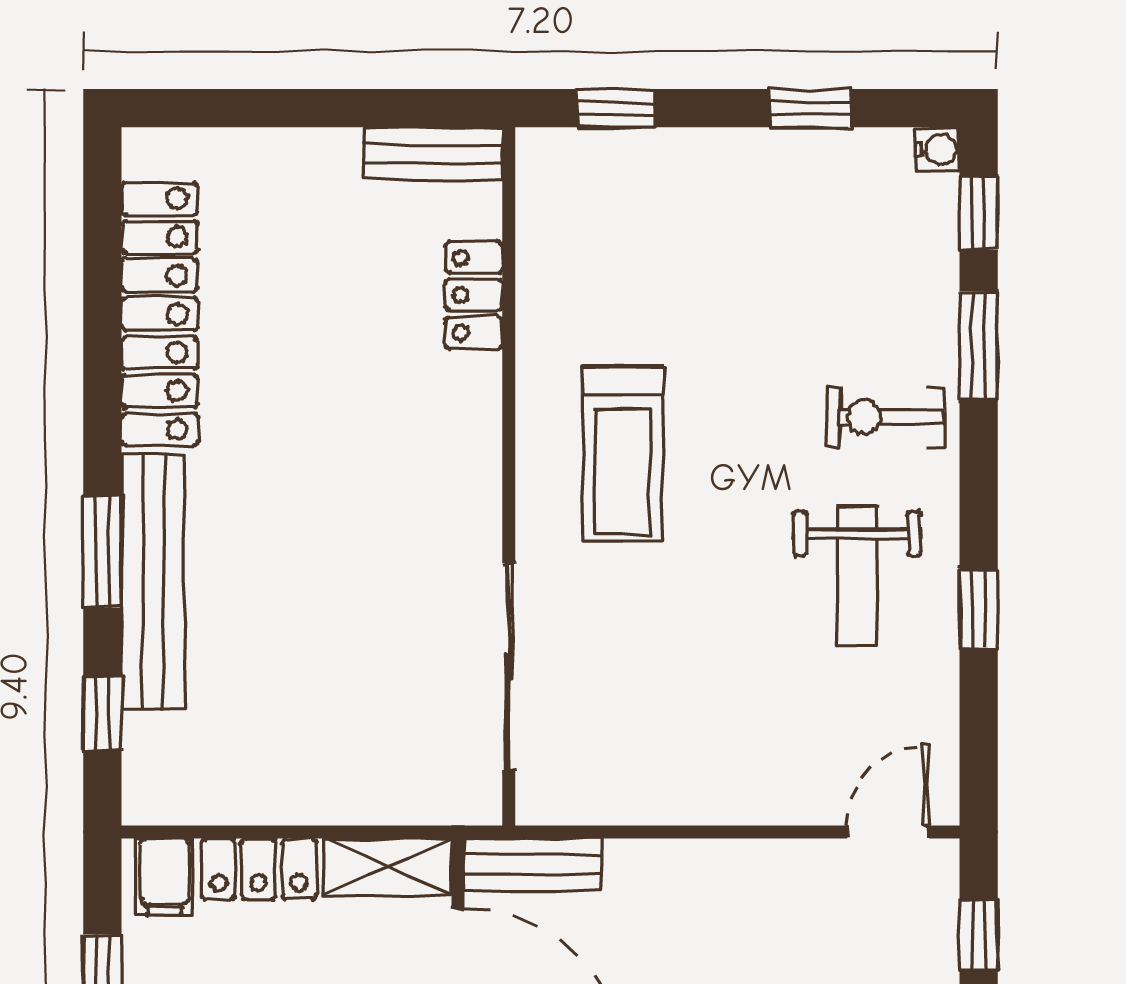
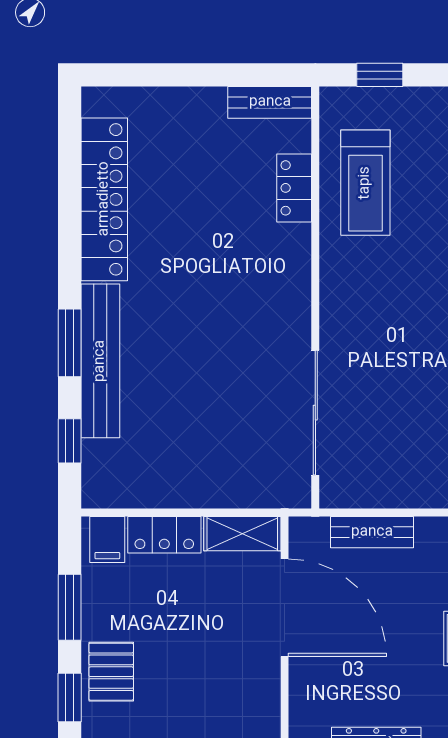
treadmill: (622, 454) -> (365, 183), moved
bench: (533, 864) -> (372, 532), moved

